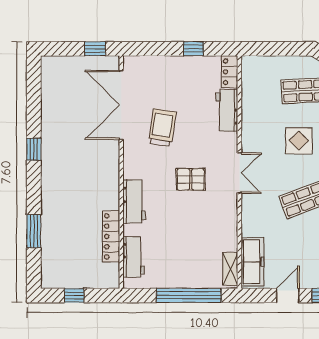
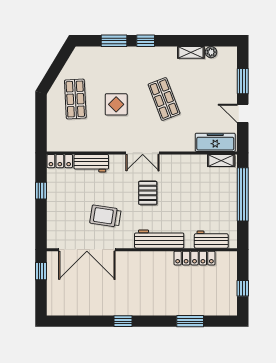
double door: (239, 173) -> (143, 153), swing flipped
workbench: (134, 201) -> (159, 239), width x1.38

